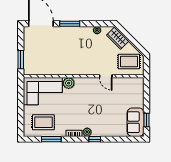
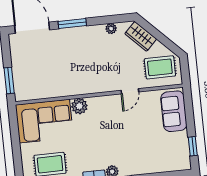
door: (106, 76) -> (130, 91), hinge flipped
sofa: (136, 122) -> (174, 111), moved

